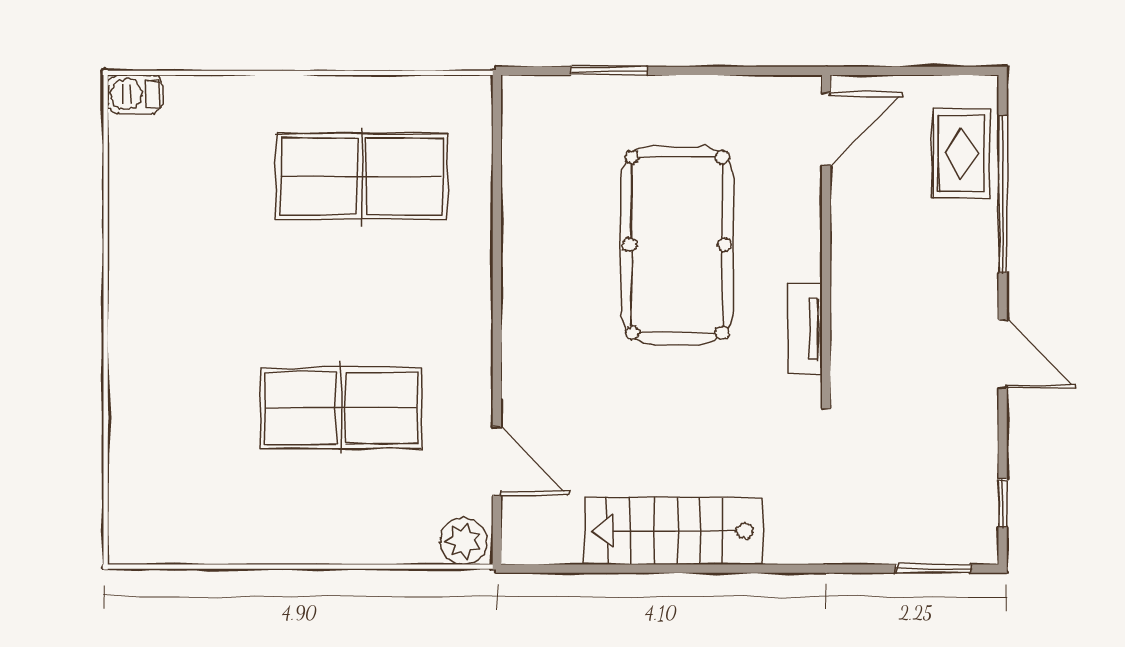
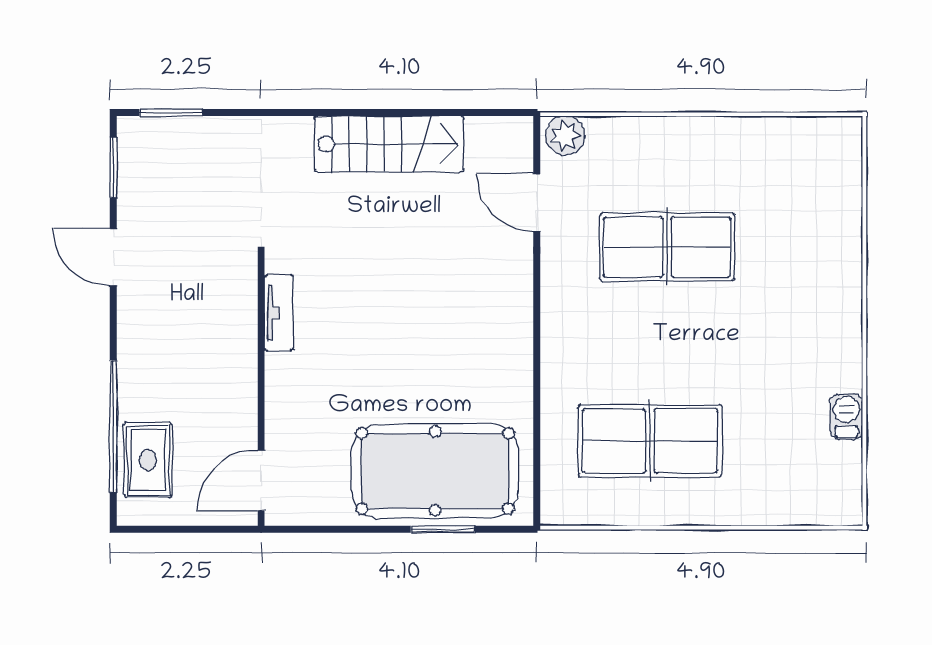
barbecue: (135, 94) -> (846, 417), moved, turned -90
pool table: (677, 245) -> (435, 471), moved, turned 90
door: (1003, 354) -> (113, 257), moved
window: (1003, 503) -> (113, 167), width x1.50

